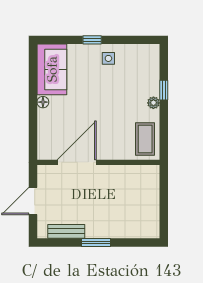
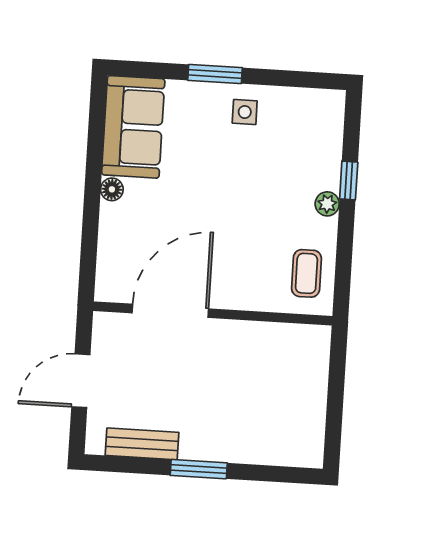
window: (92, 40) -> (215, 74), width x1.50
coffee table: (145, 139) -> (306, 273), width x0.73, depth x0.77

